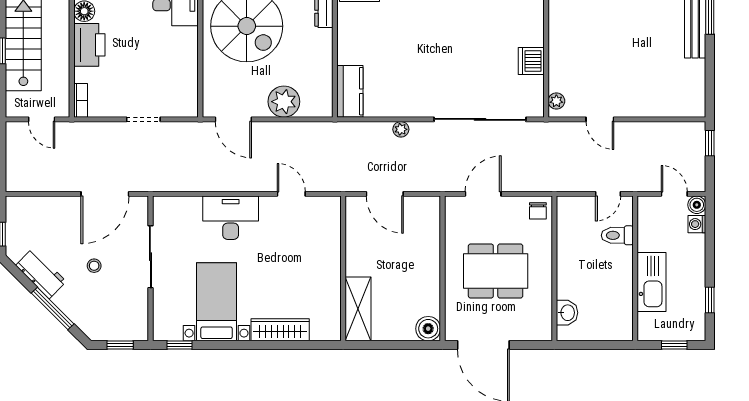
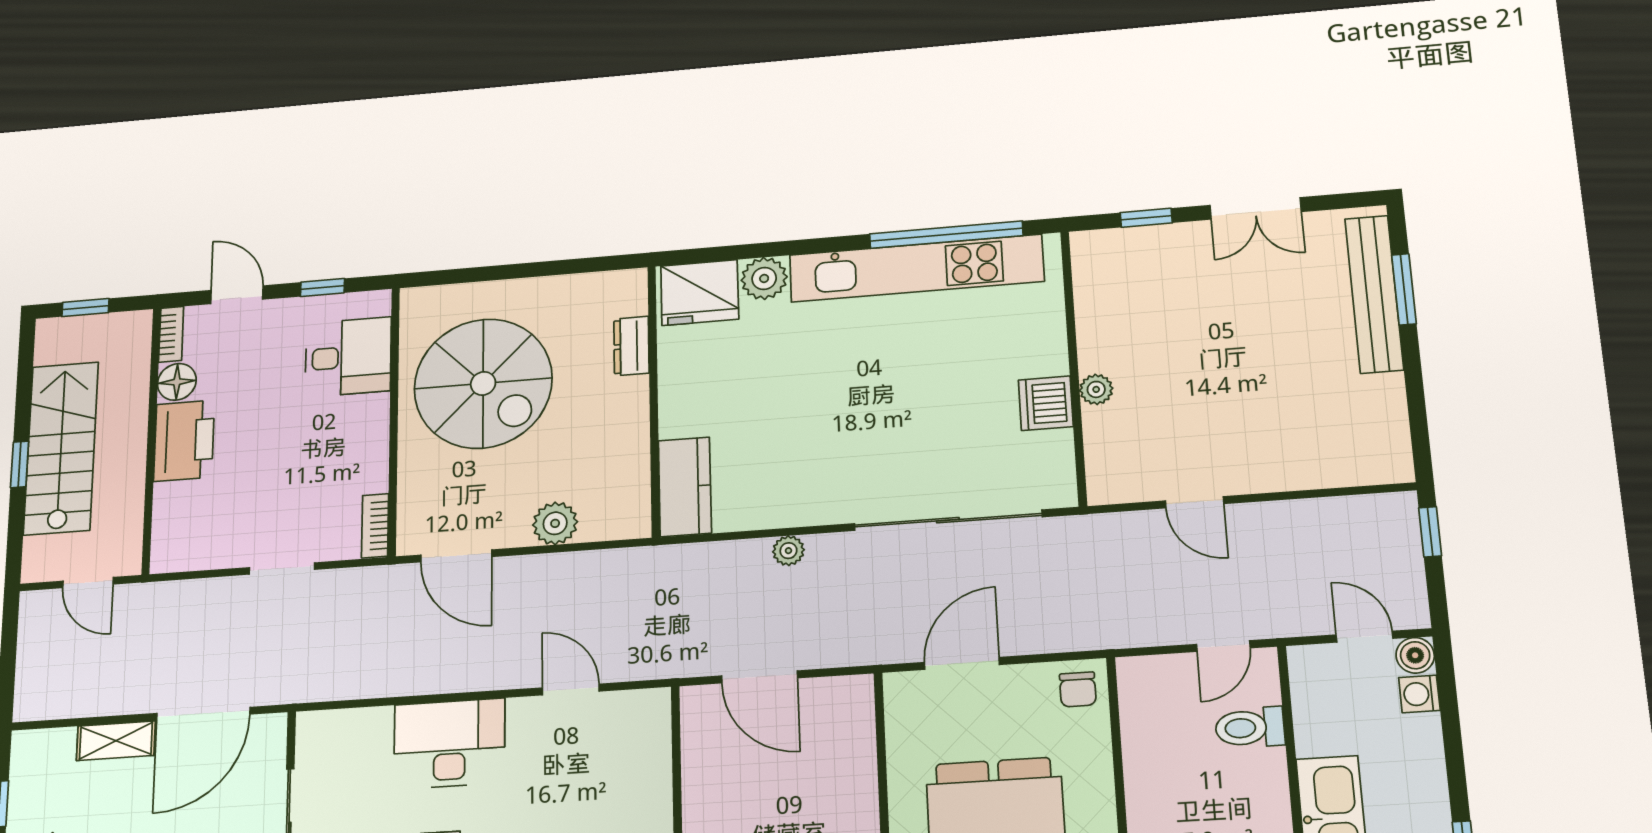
bookcase: (81, 100) -> (375, 526), moved, turned 180
plant: (556, 101) -> (1096, 389), moved
plant: (284, 102) -> (555, 523), width x0.73, depth x0.73
shelving: (60, 205) -> (116, 741), added

